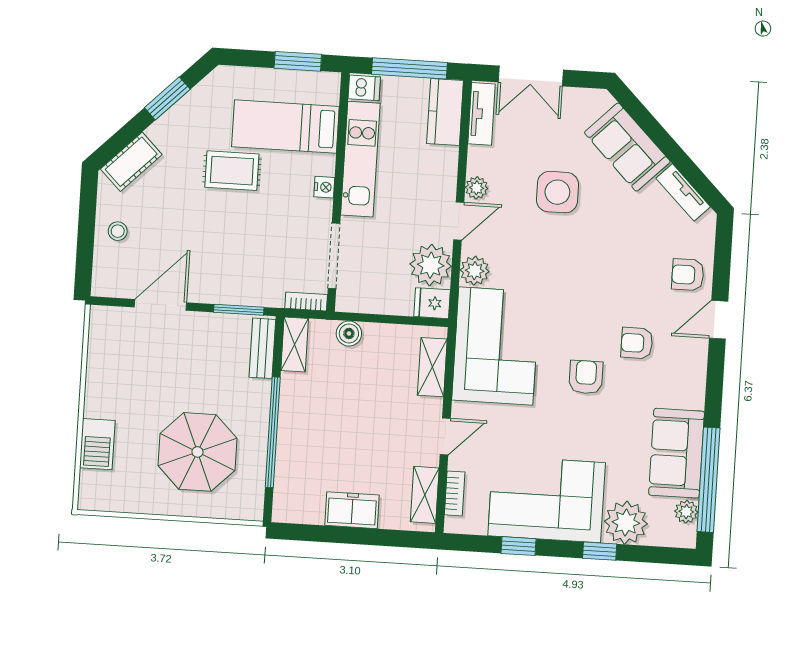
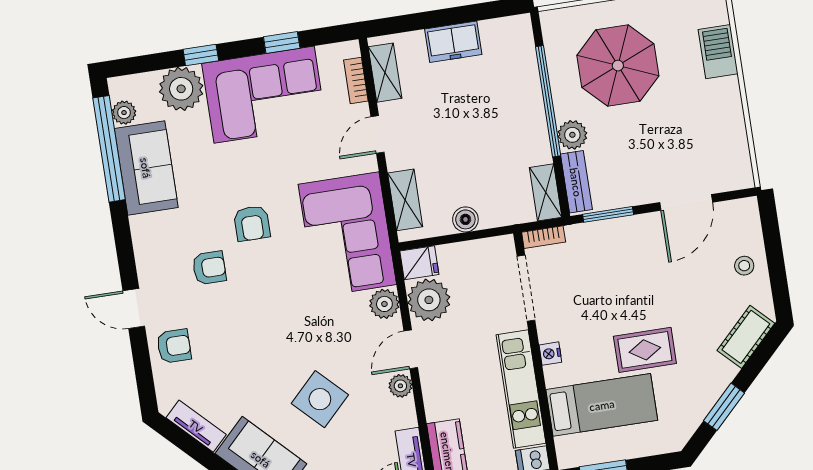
side table: (557, 192) -> (320, 399), turned 45
door: (719, 320) -> (134, 308), swing flipped
boiler: (349, 333) -> (465, 219), moved
plant: (256, 395) -> (572, 135), added

